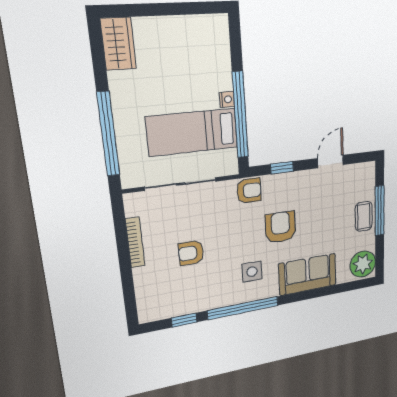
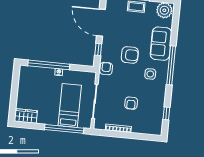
window: (240, 115) -> (49, 65), moved
bed: (192, 132) -> (70, 105), moved, turned 180
door: (331, 161) -> (101, 23), width x1.87
armchair: (280, 227) -> (130, 55), turned 180
window: (243, 308) -> (171, 65), moved

